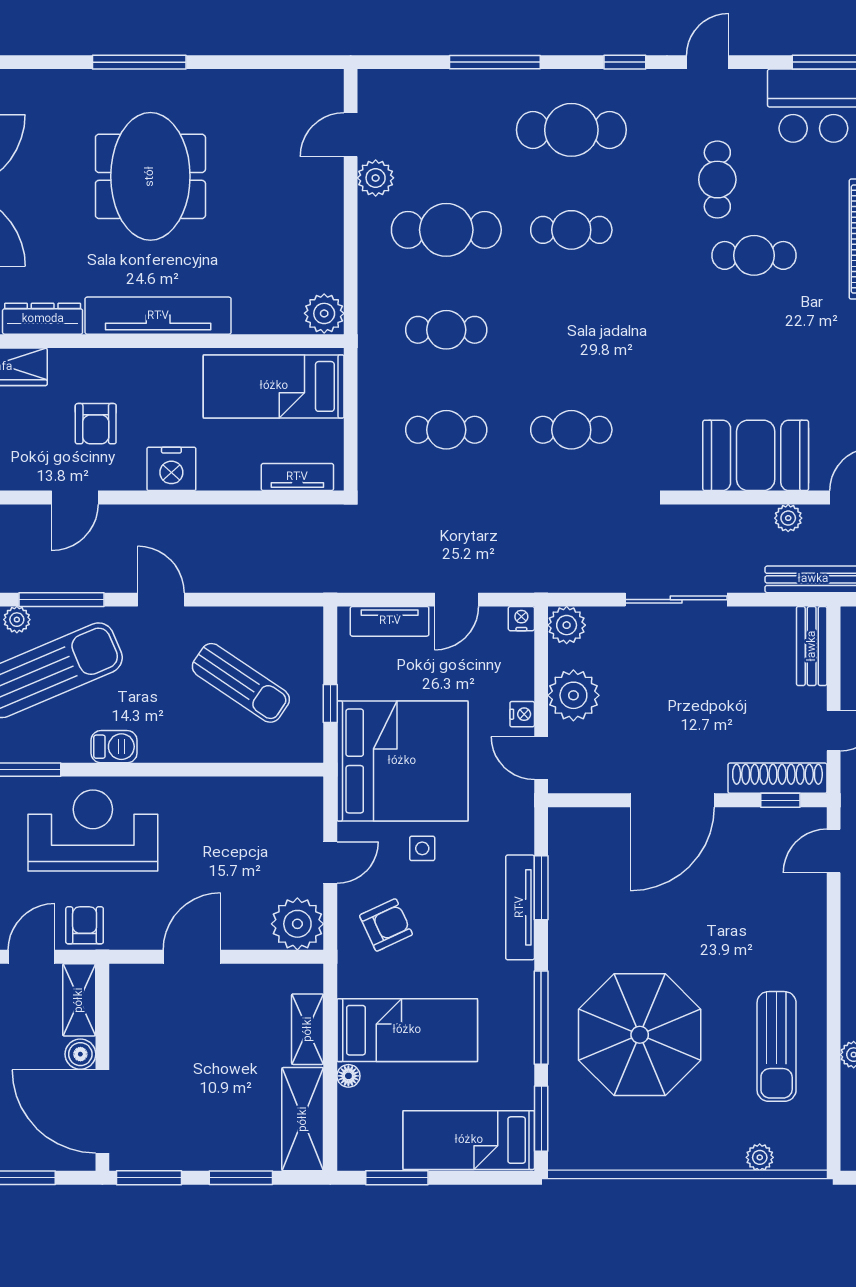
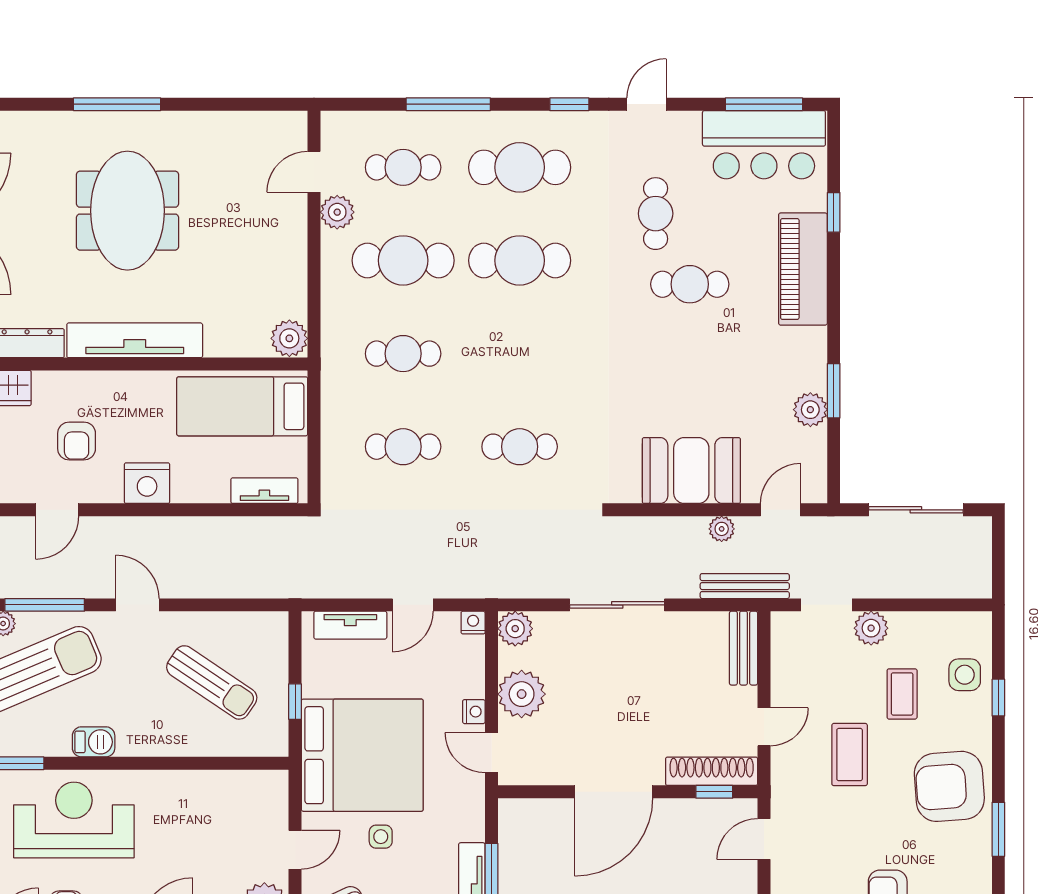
cafe table: (446, 130) -> (403, 167), added
cafe table: (571, 230) -> (520, 260), width x1.37, depth x1.35

